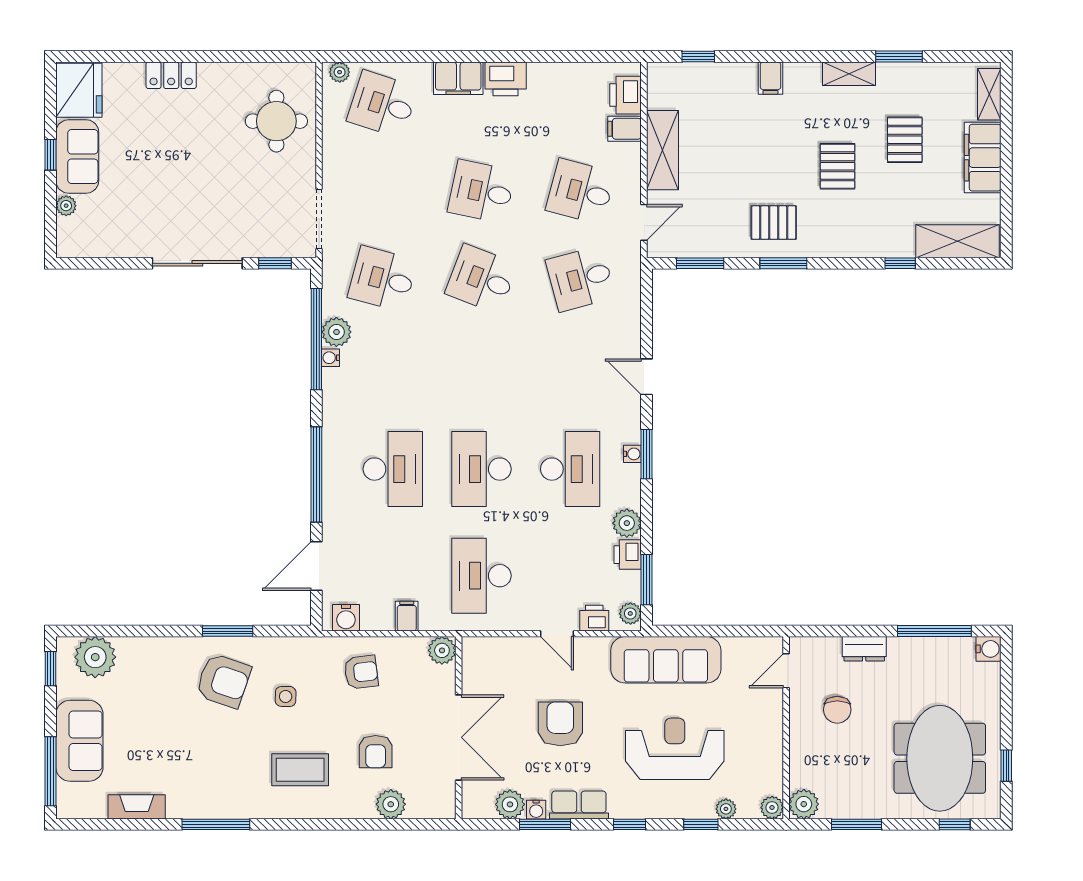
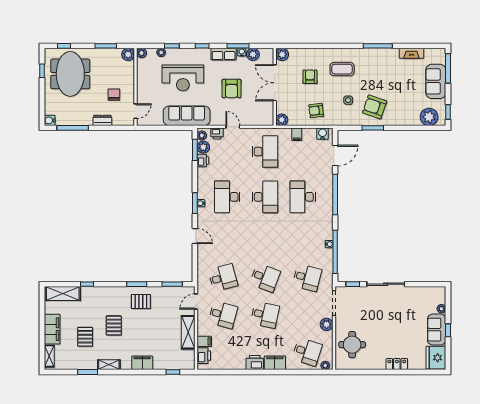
filing cabinet: (770, 78) -> (142, 363), width x2.00
plant: (336, 332) -> (327, 324), moved
plant: (627, 523) -> (203, 147), moved
plant: (391, 804) -> (282, 54), moved

